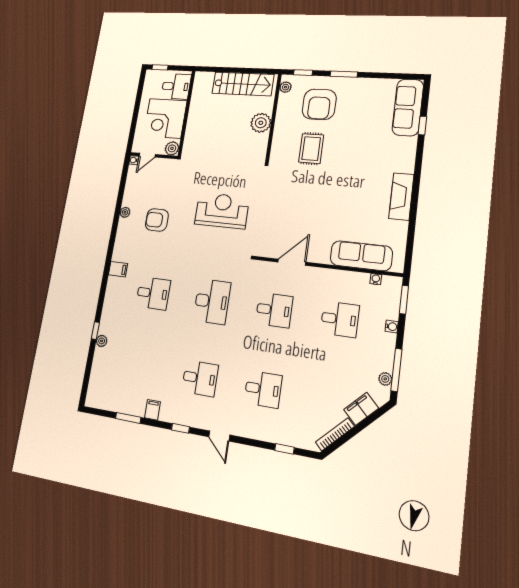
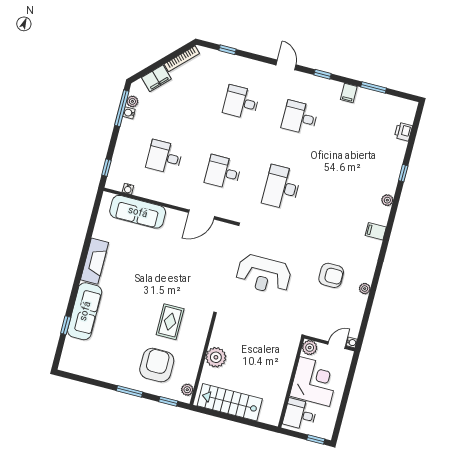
sofa: (408, 107) -> (85, 311), moved
desk: (153, 293) -> (340, 203), removed
window: (404, 300) -> (106, 168), width x0.67
water cooler: (392, 327) -> (129, 113), moved
plant: (102, 341) -> (387, 200), moved
printer: (97, 373) -> (403, 132), added

